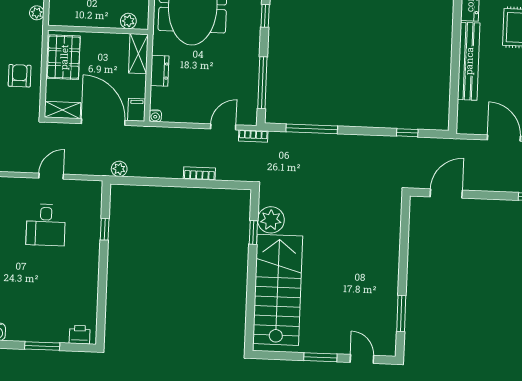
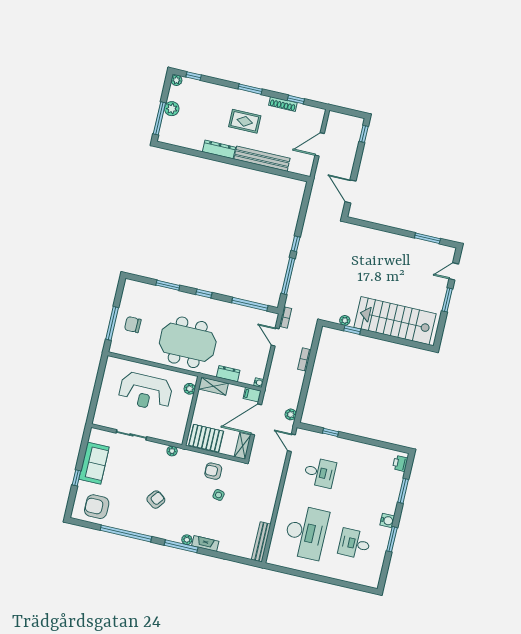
window: (407, 133) -> (296, 244), moved
door: (51, 176) -> (291, 443), moved
plant: (271, 220) -> (345, 320), width x0.53, depth x0.53

